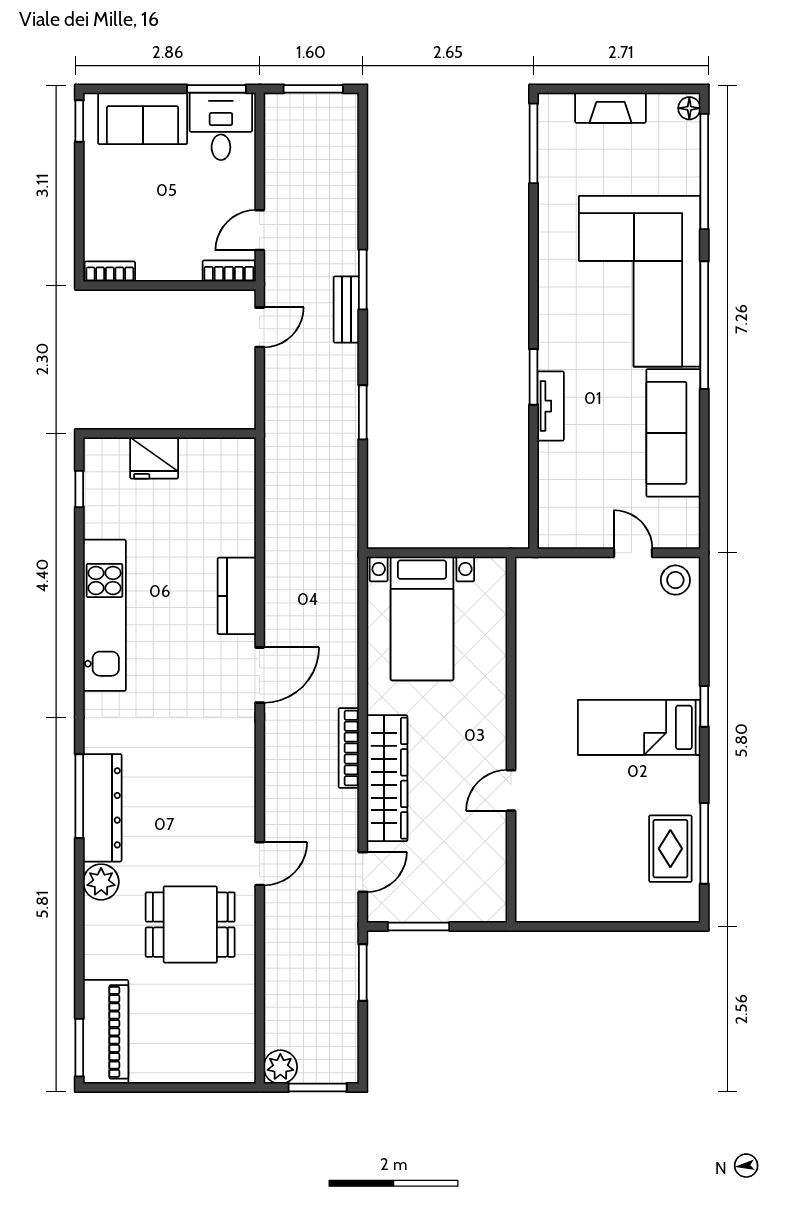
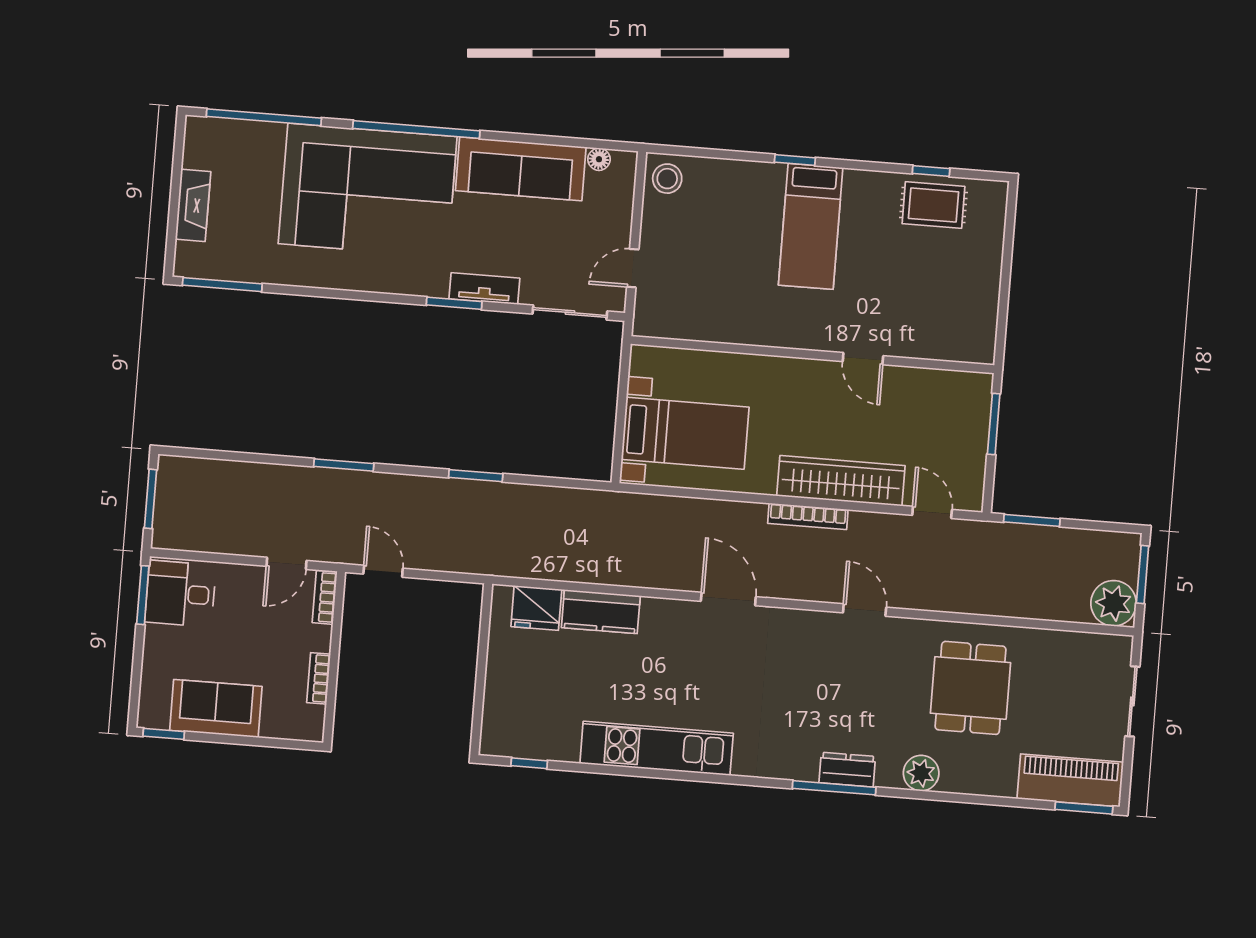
floor lamp: (689, 108) -> (599, 159), moved
sofa: (143, 118) -> (216, 708), moved, turned -90
door: (260, 230) -> (287, 563), hinge flipped
bookcase: (110, 271) -> (319, 678), moved
bench: (346, 309) -> (372, 484), removed
fridge: (154, 458) -> (536, 608), moved, turned 90
sliding door: (534, 494) -> (570, 313), added
door: (633, 553) -> (633, 268), moved
kitchen counter: (237, 596) -> (601, 612), moved
dresser: (102, 808) -> (847, 770), width x0.51, depth x0.80
window: (704, 843) -> (931, 171), width x0.46
door: (260, 864) -> (865, 610), moved
window: (419, 926) -> (994, 424), moved
plant: (280, 1067) -> (1114, 603), width x1.36, depth x1.36
sliding door: (190, 1088) -> (1132, 701), added

